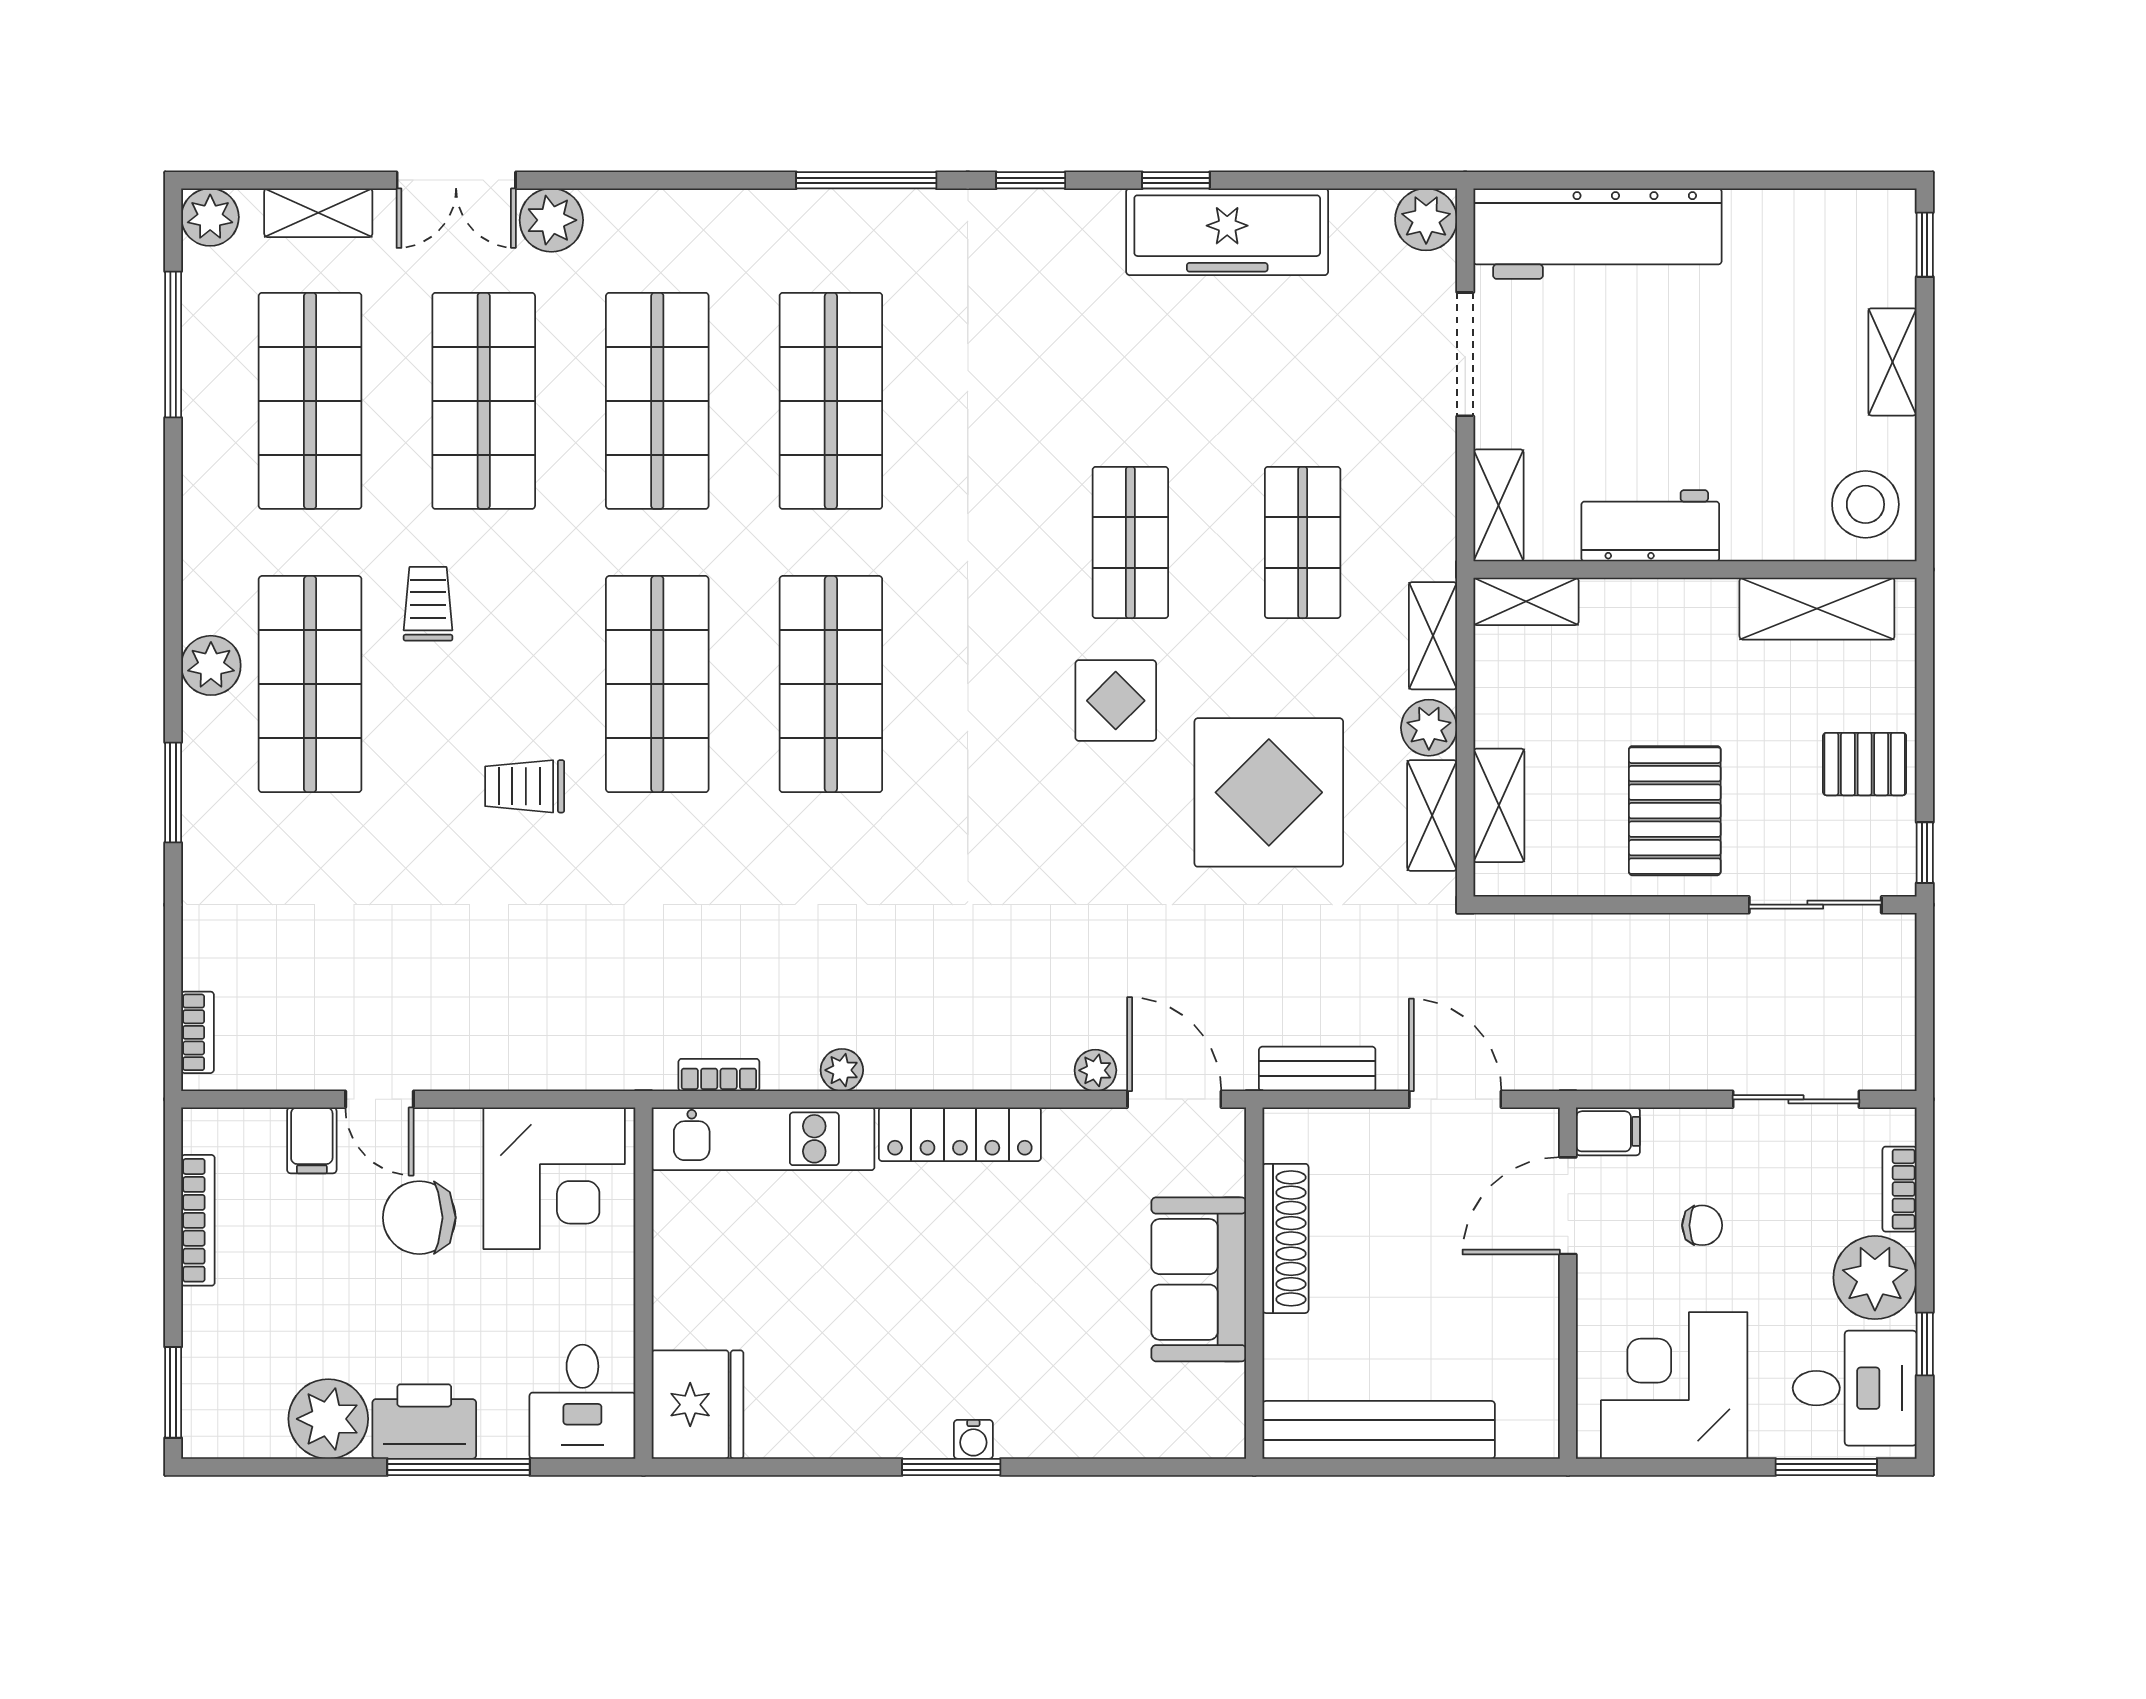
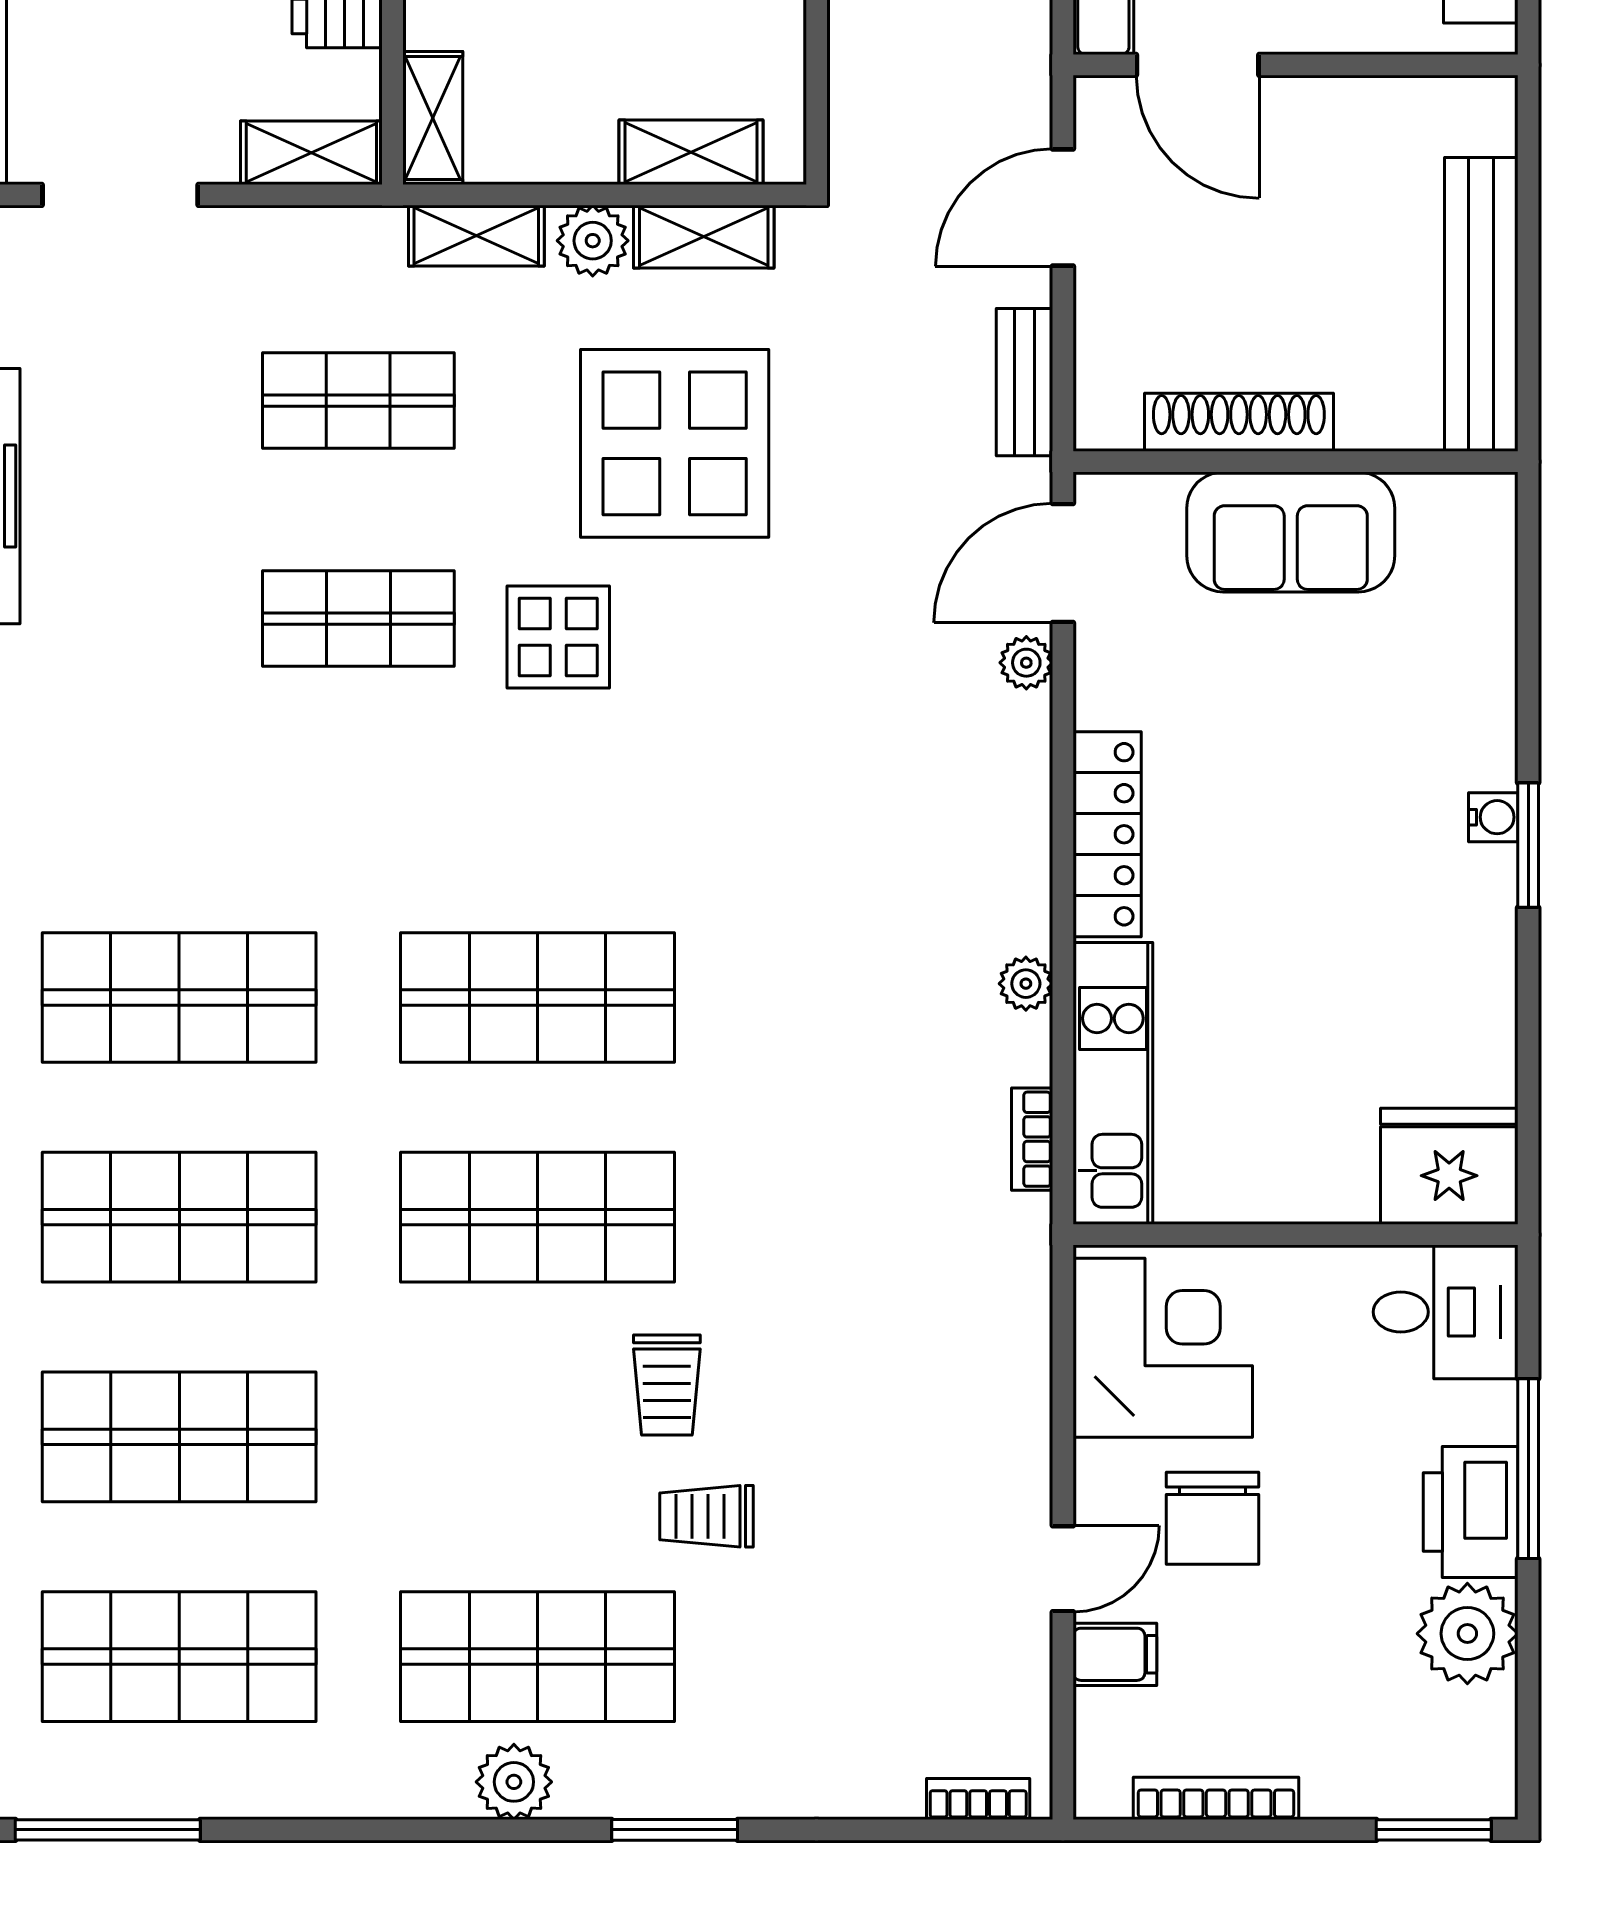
trolley: (428, 604) -> (706, 1516), moved

